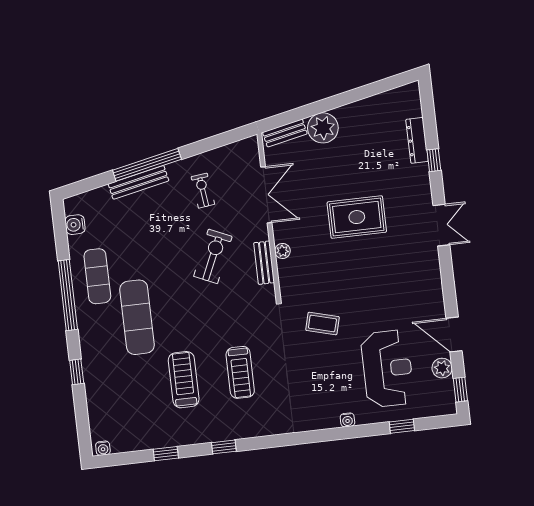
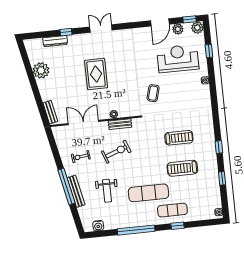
plant: (323, 128) -> (41, 70), moved
weight bench: (140, 240) -> (107, 191), added
exercise bike: (213, 256) -> (116, 152), turned 136
exercise mat: (97, 276) -> (172, 210), moved
plant: (445, 404) -> (197, 28), added

